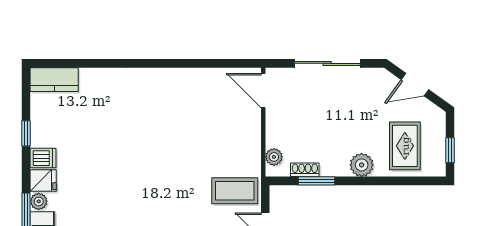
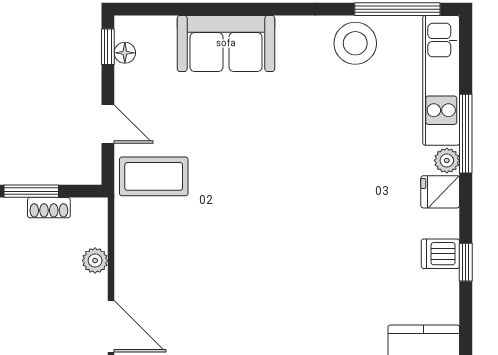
plant: (274, 157) -> (95, 261), moved
dishwasher: (43, 158) -> (440, 254), moved

